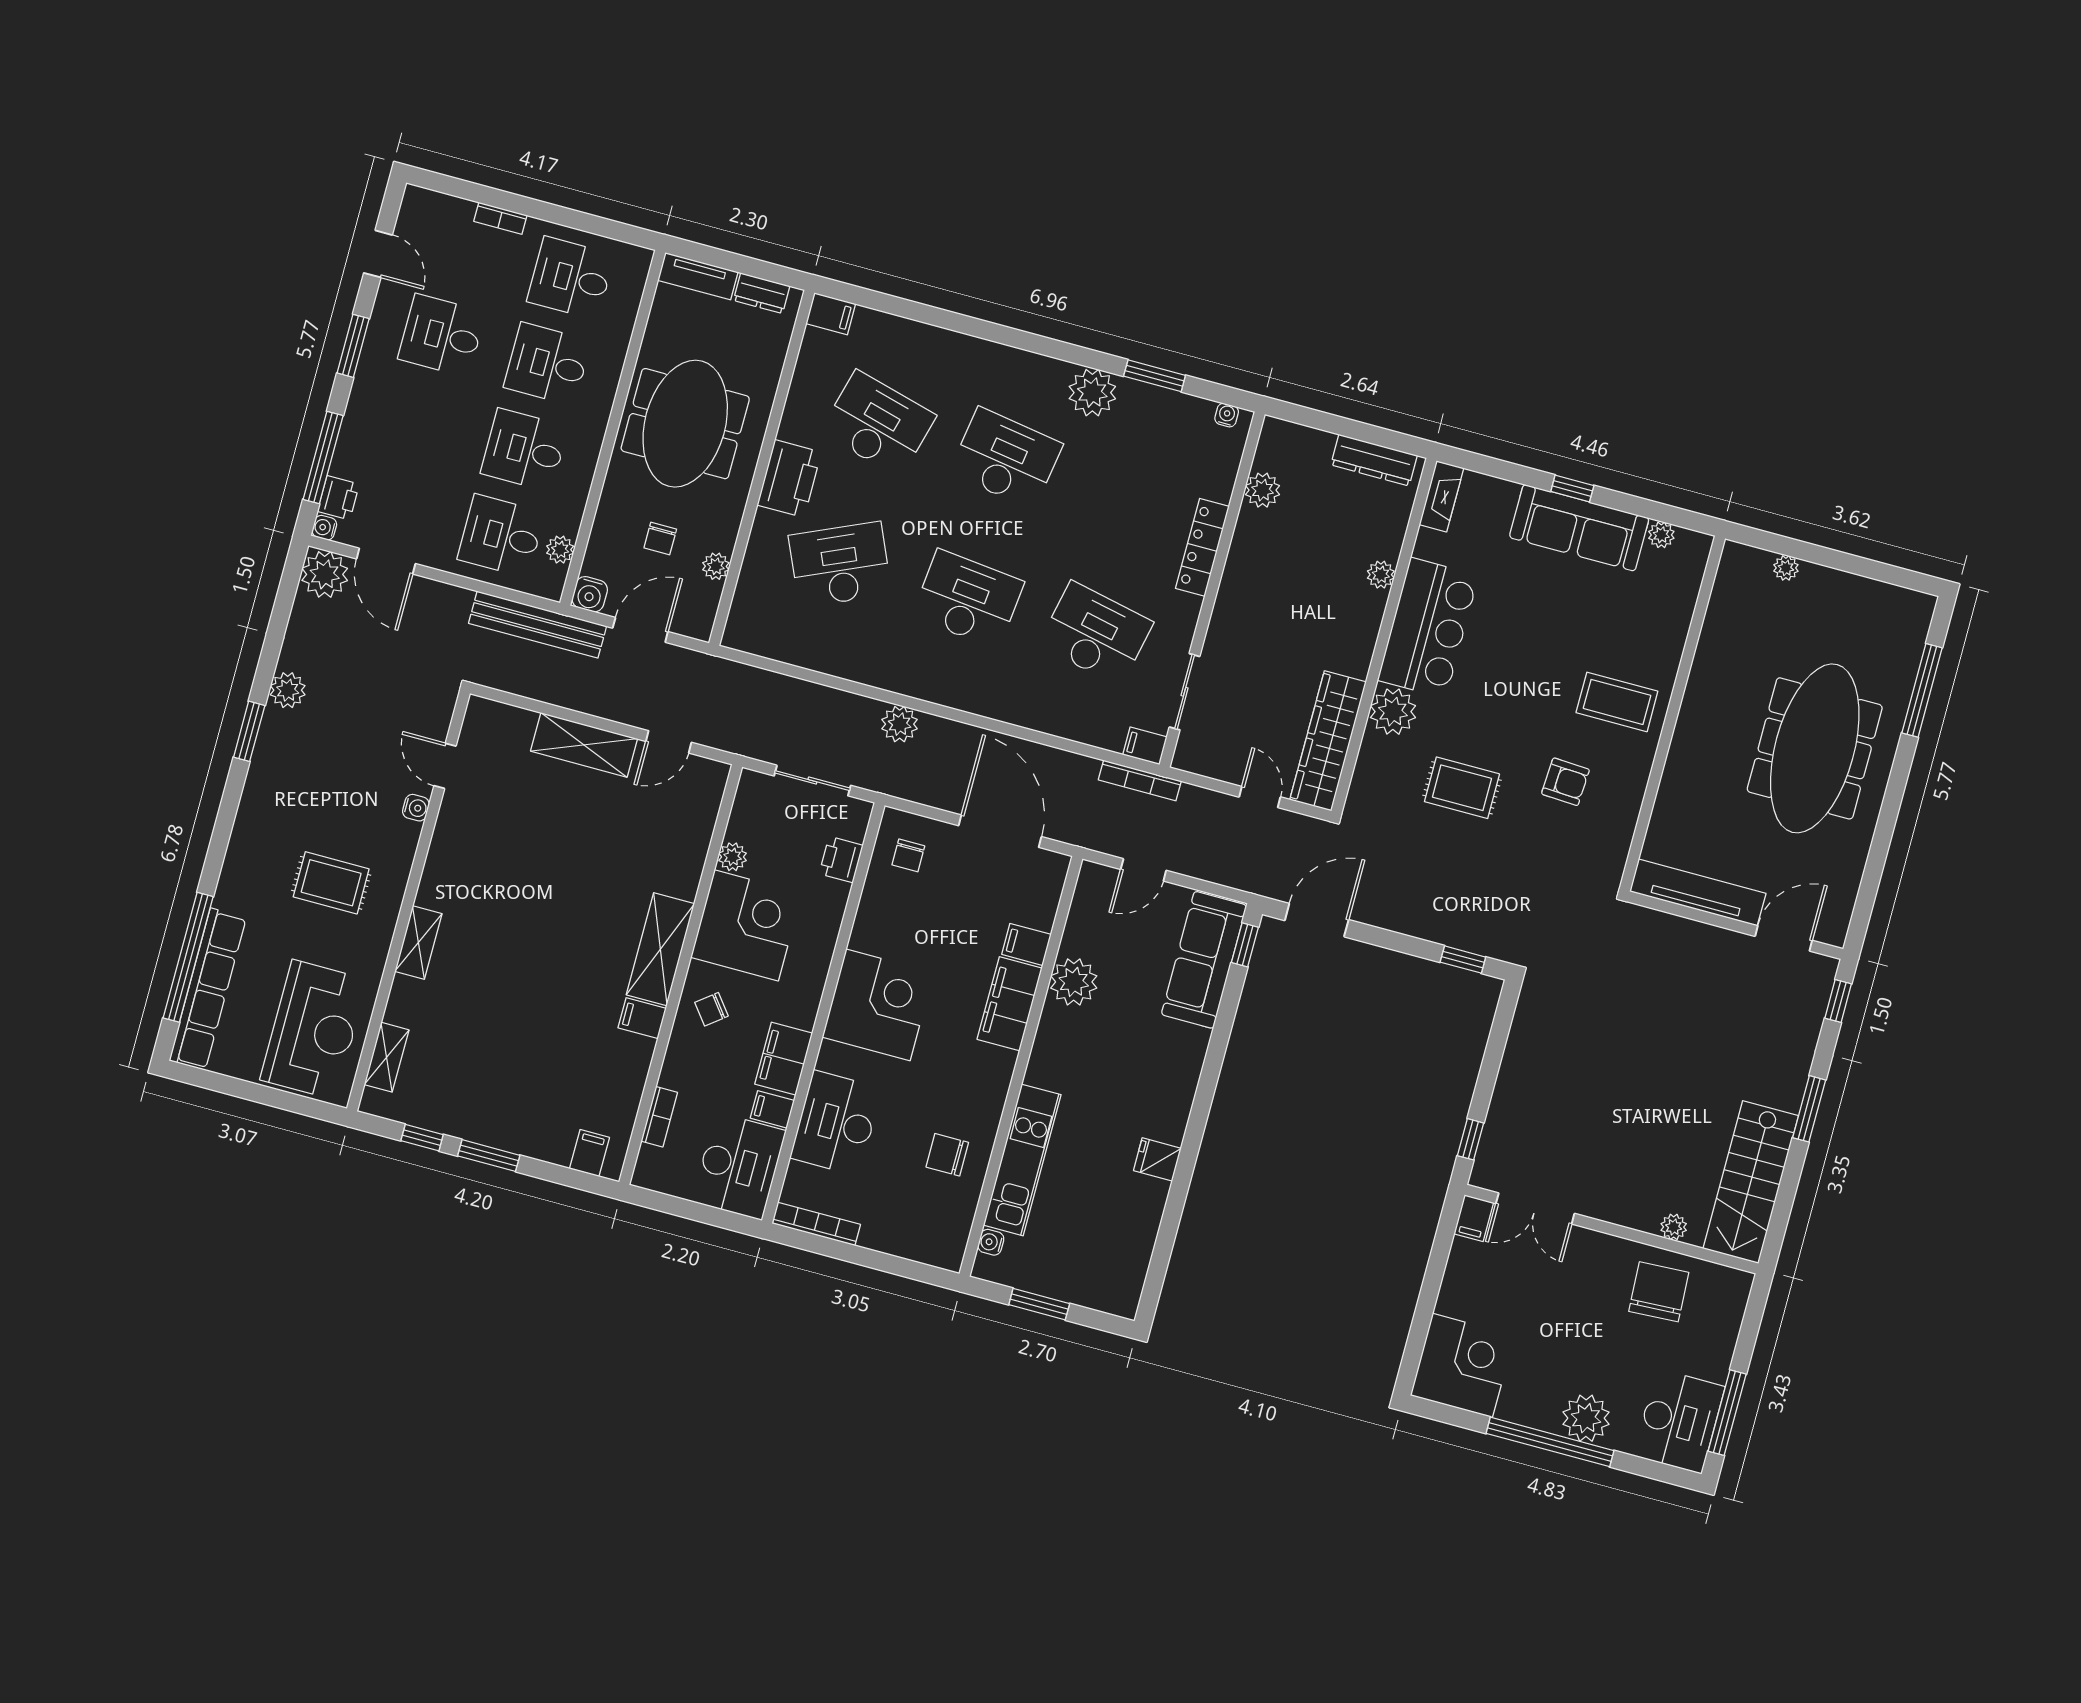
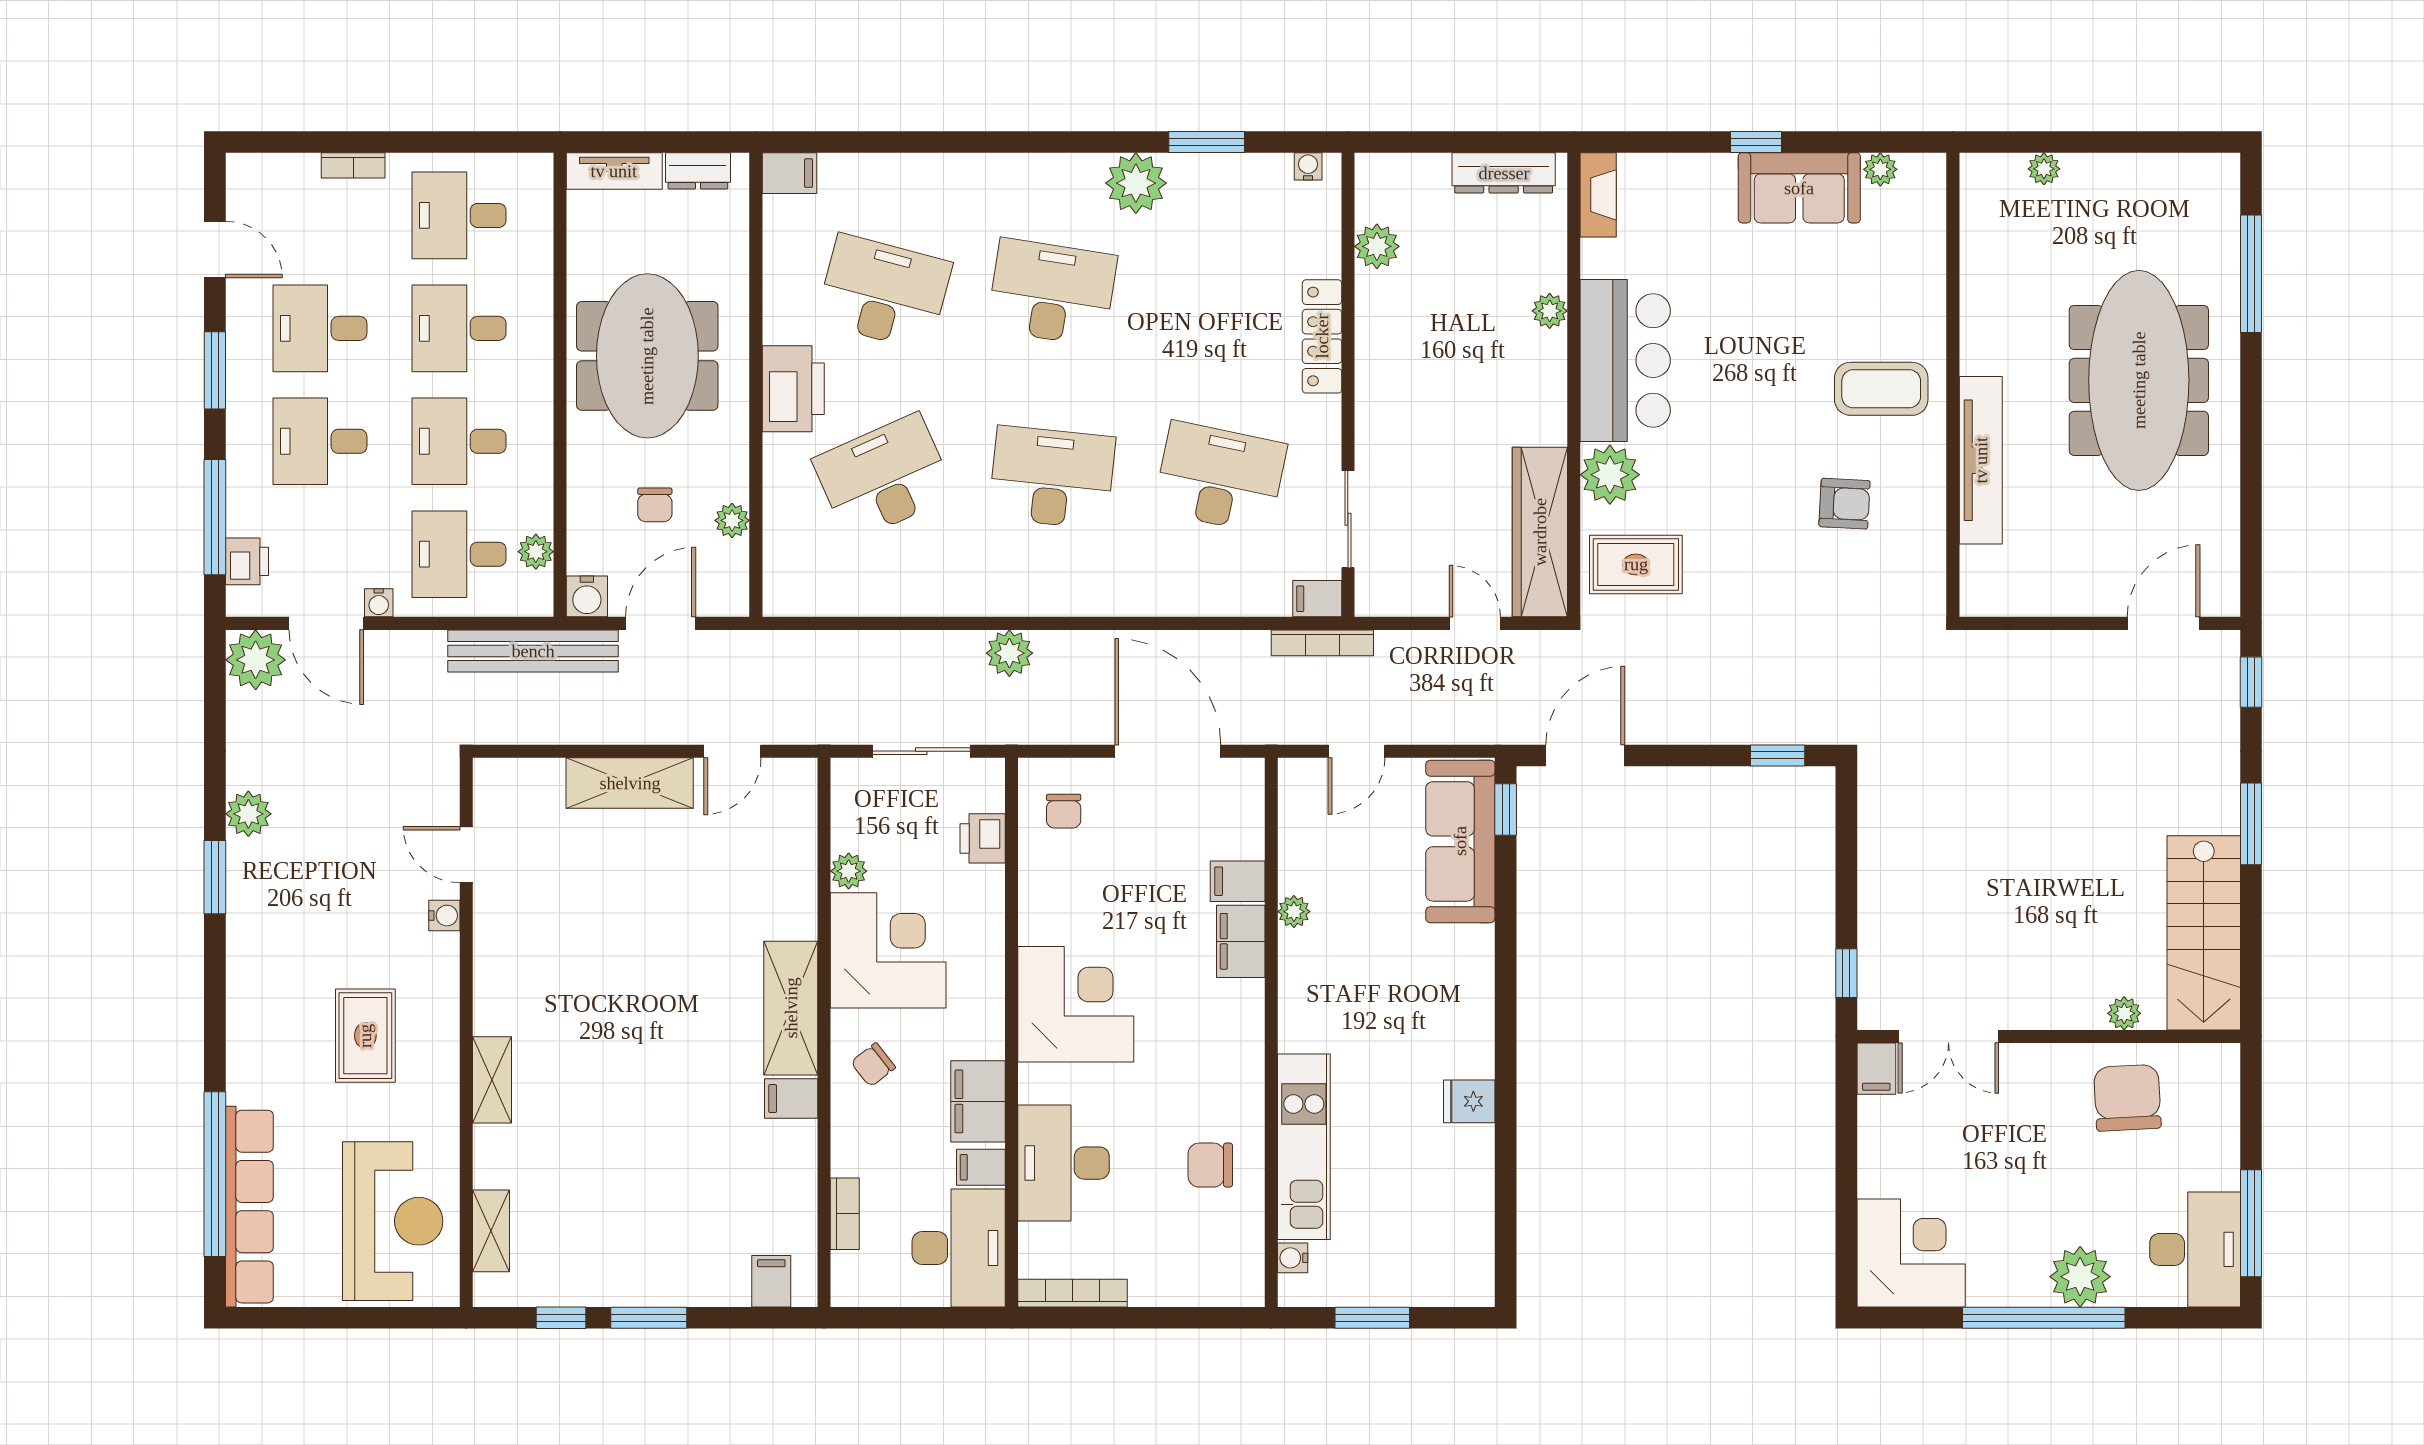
desk: (419, 421) -> (320, 441), added
water cooler: (324, 528) -> (379, 603), moved, turned -90
sofa: (1579, 528) -> (1799, 188), width x0.73
rug: (1462, 788) -> (1636, 564), moved
rug: (331, 883) -> (365, 1036), turned 90
tv unit: (1698, 892) -> (1981, 460), moved, turned 90
plant: (1074, 982) -> (1294, 912), width x0.53, depth x0.53
filing cabinet: (1010, 1004) -> (1241, 941), width x0.67, depth x0.86

